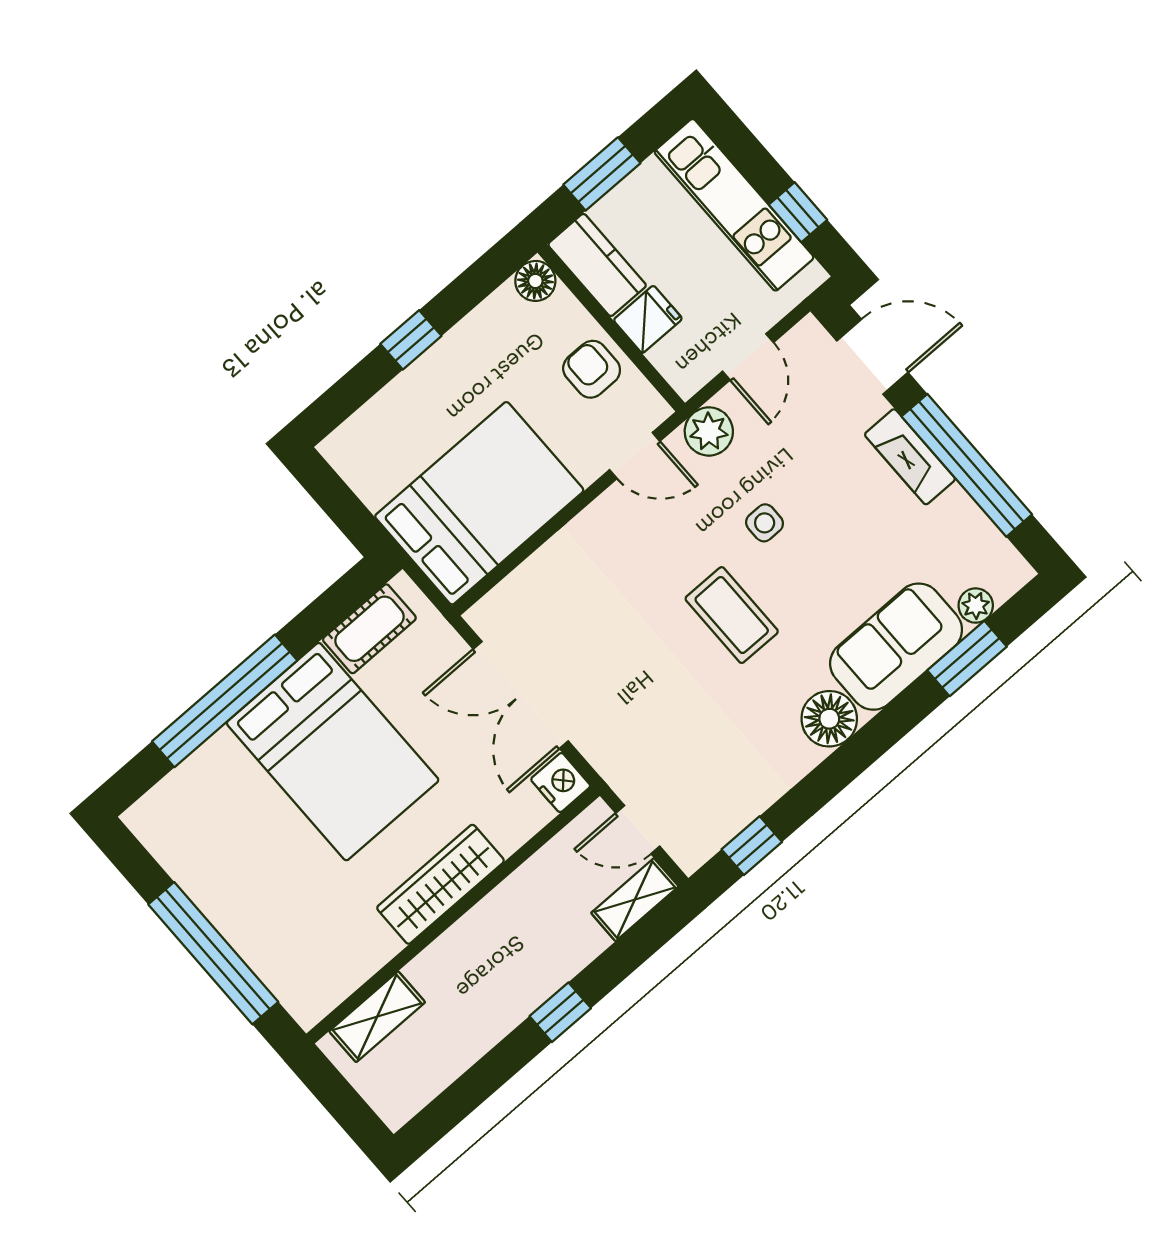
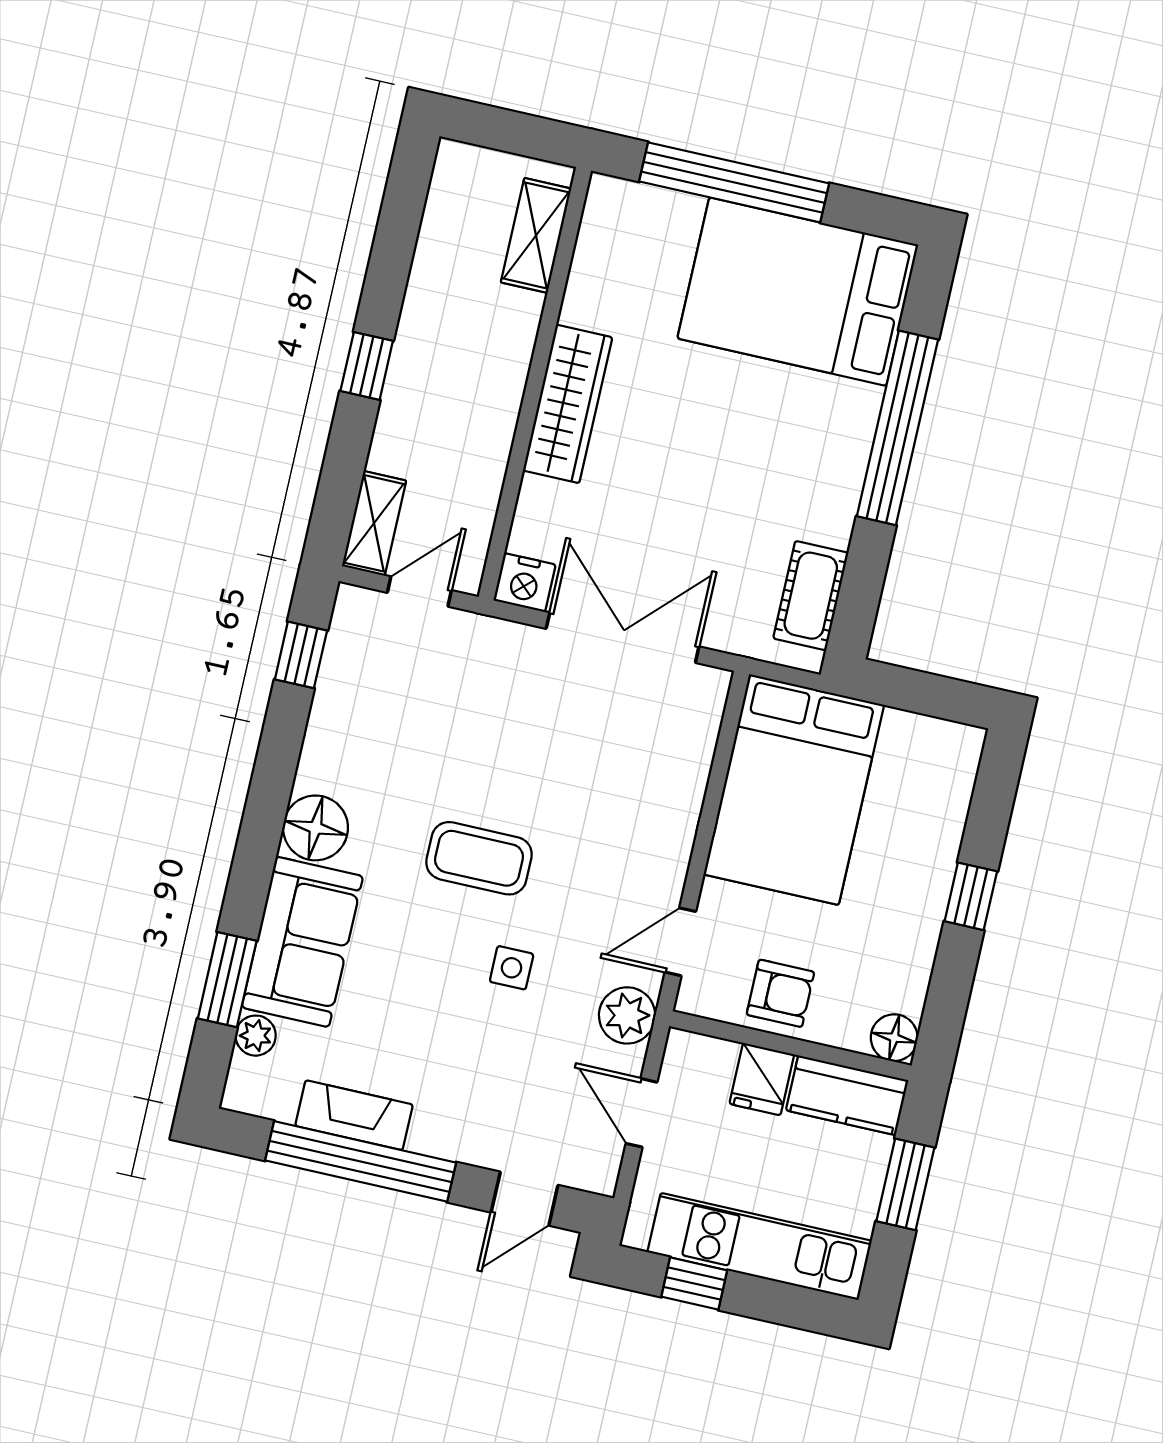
door: (872, 357) -> (525, 1199), width x0.73
fireplace: (910, 457) -> (354, 1115), moved
bed: (333, 752) -> (798, 292), moved

